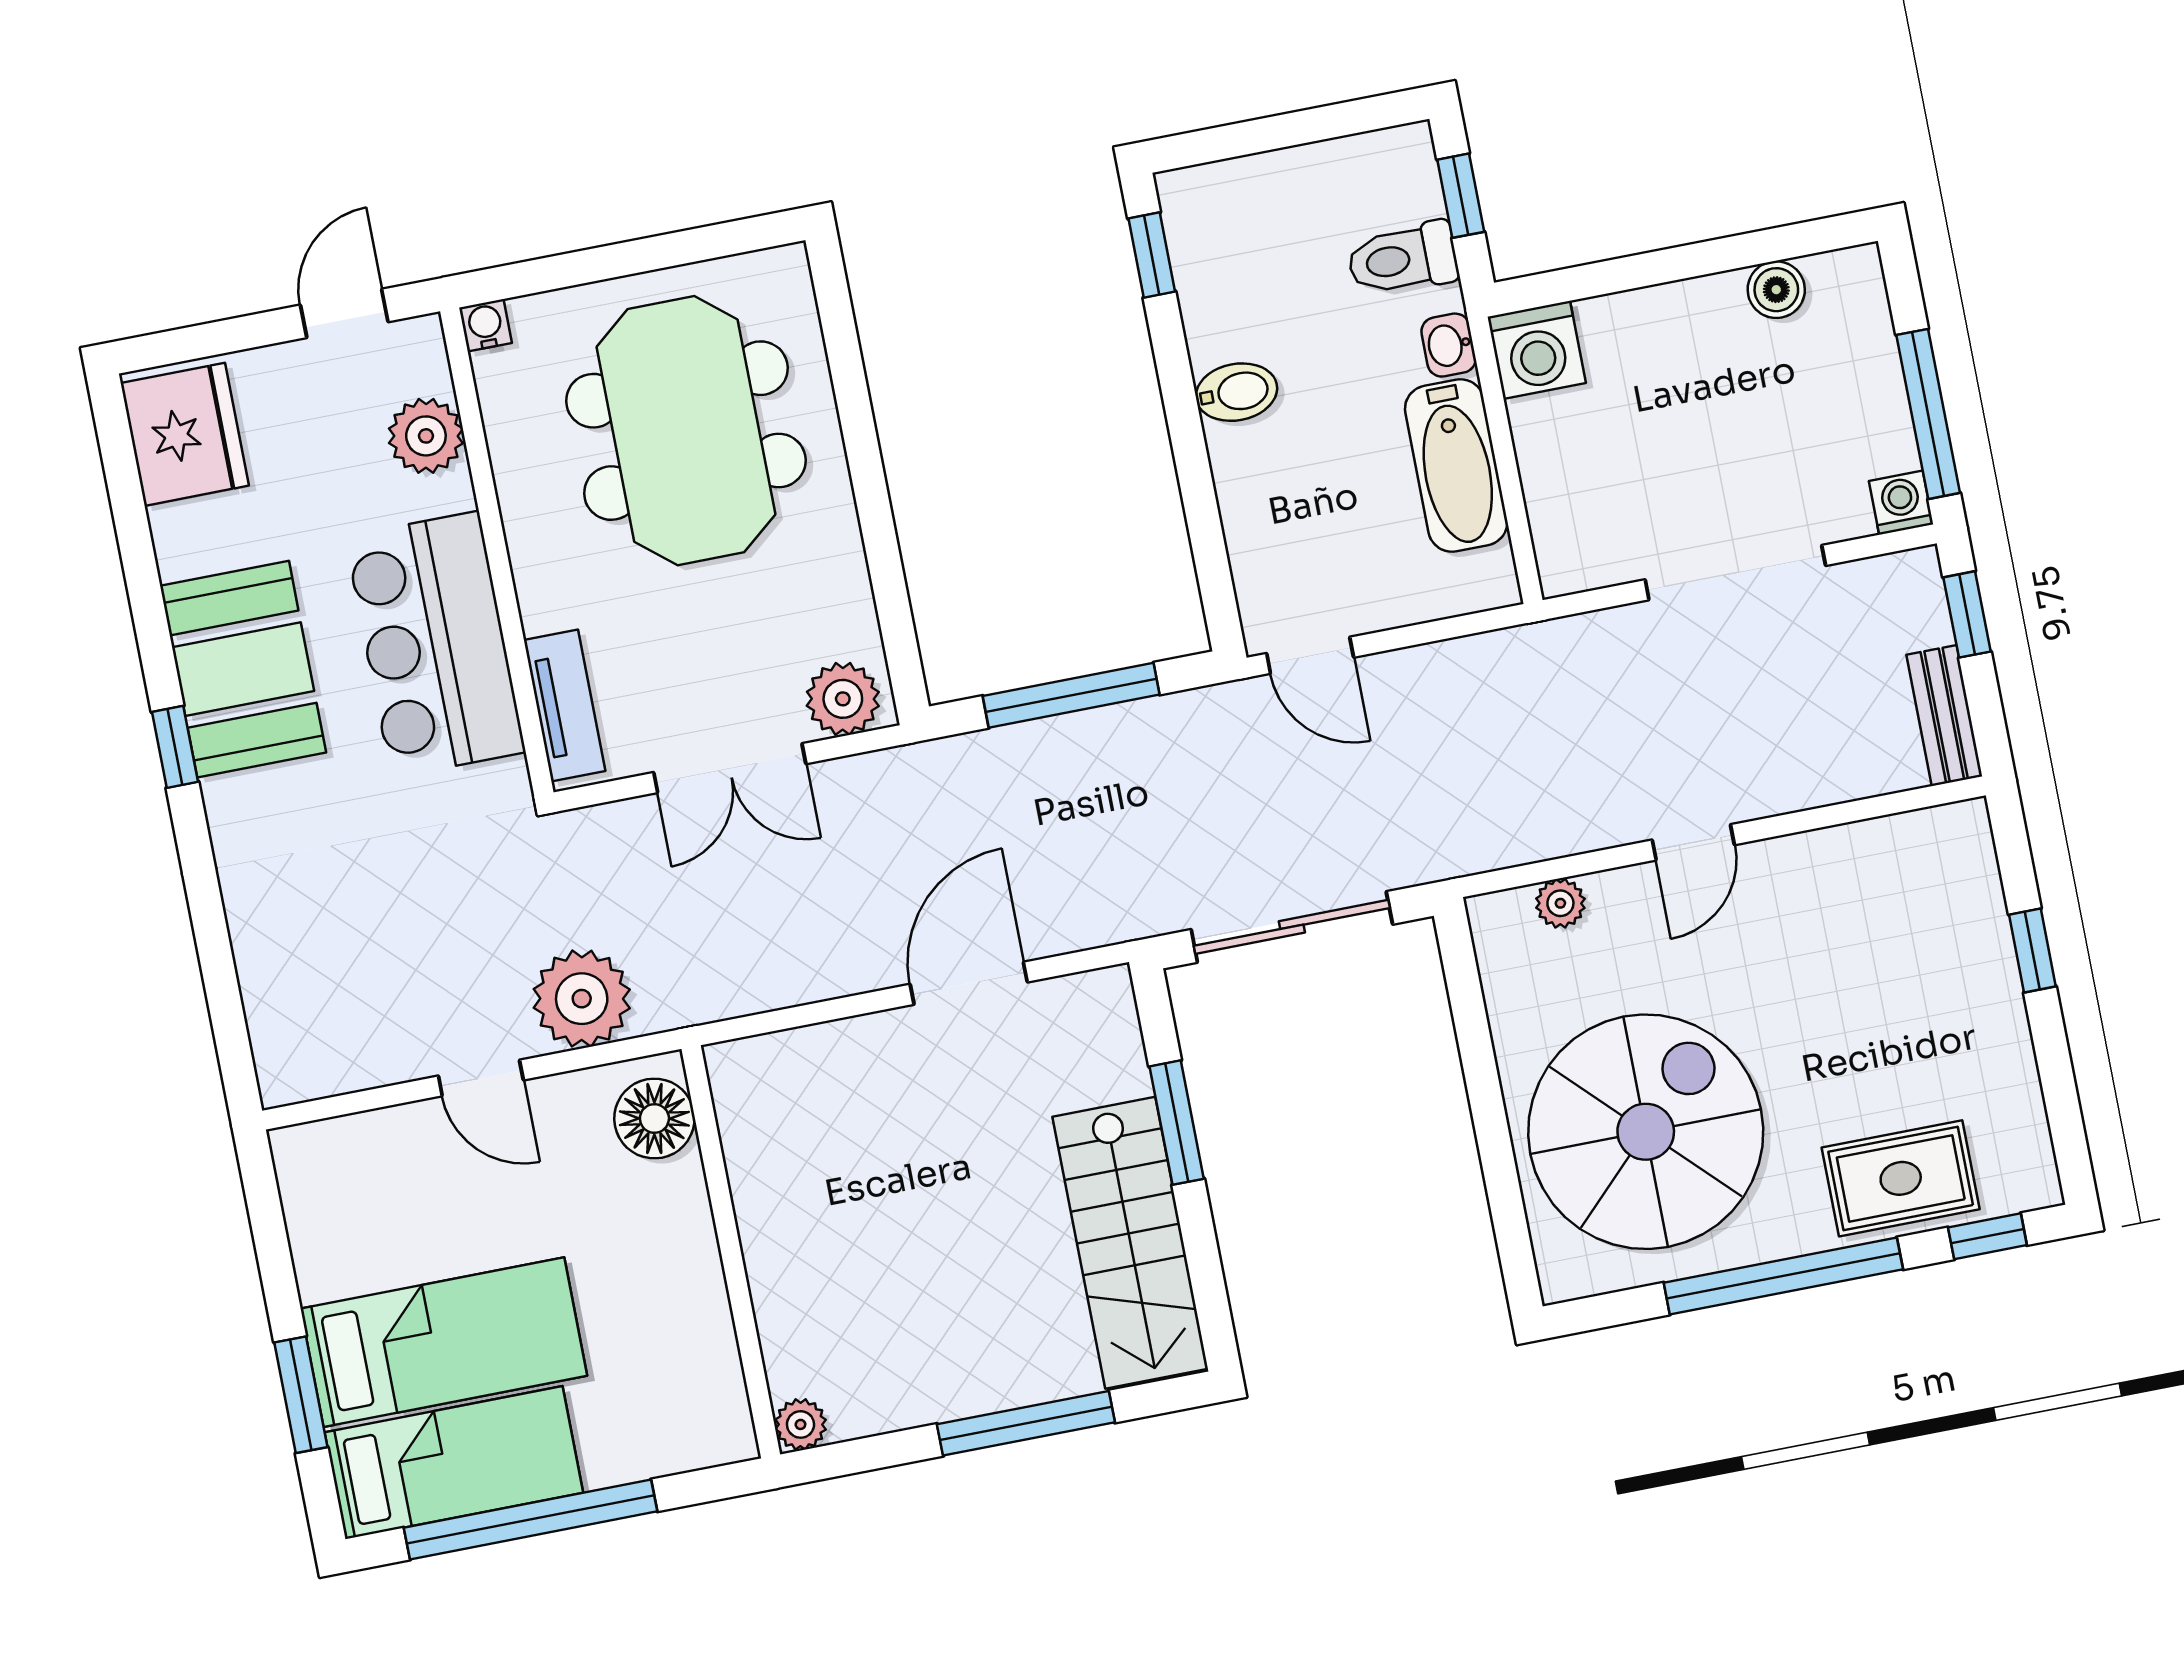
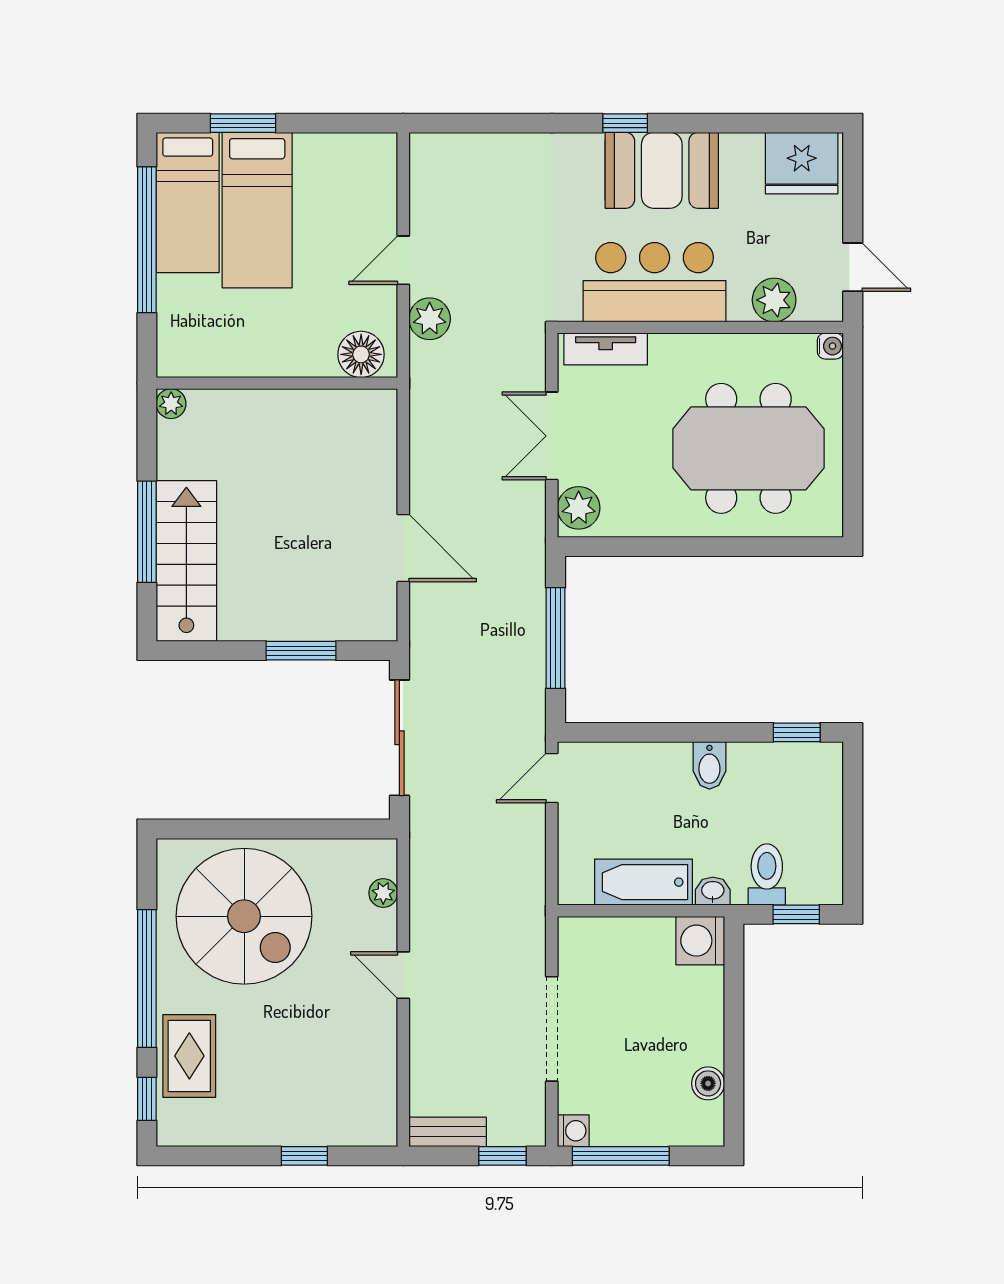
plant: (582, 999) -> (430, 319), width x0.73, depth x0.73
stairs: (1130, 1243) -> (186, 561), moved, turned 90

